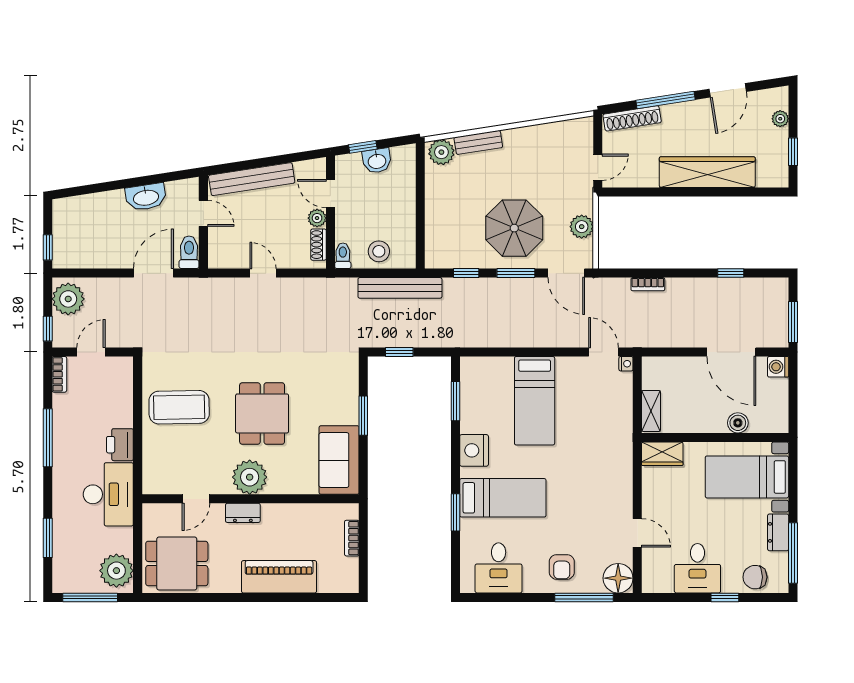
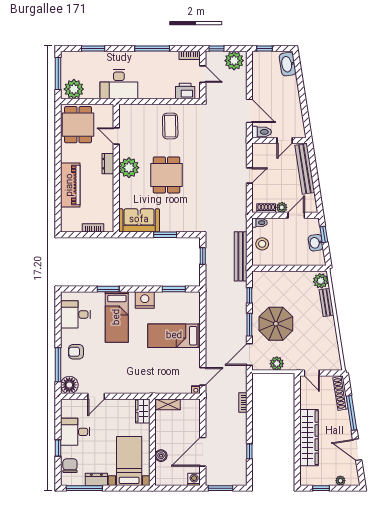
washbasin: (146, 197) -> (288, 64), moved
coffee table: (179, 407) -> (170, 126), width x0.73, depth x0.76
dining table: (262, 413) -> (167, 175), turned 90
printer: (120, 445) -> (185, 91), moved

